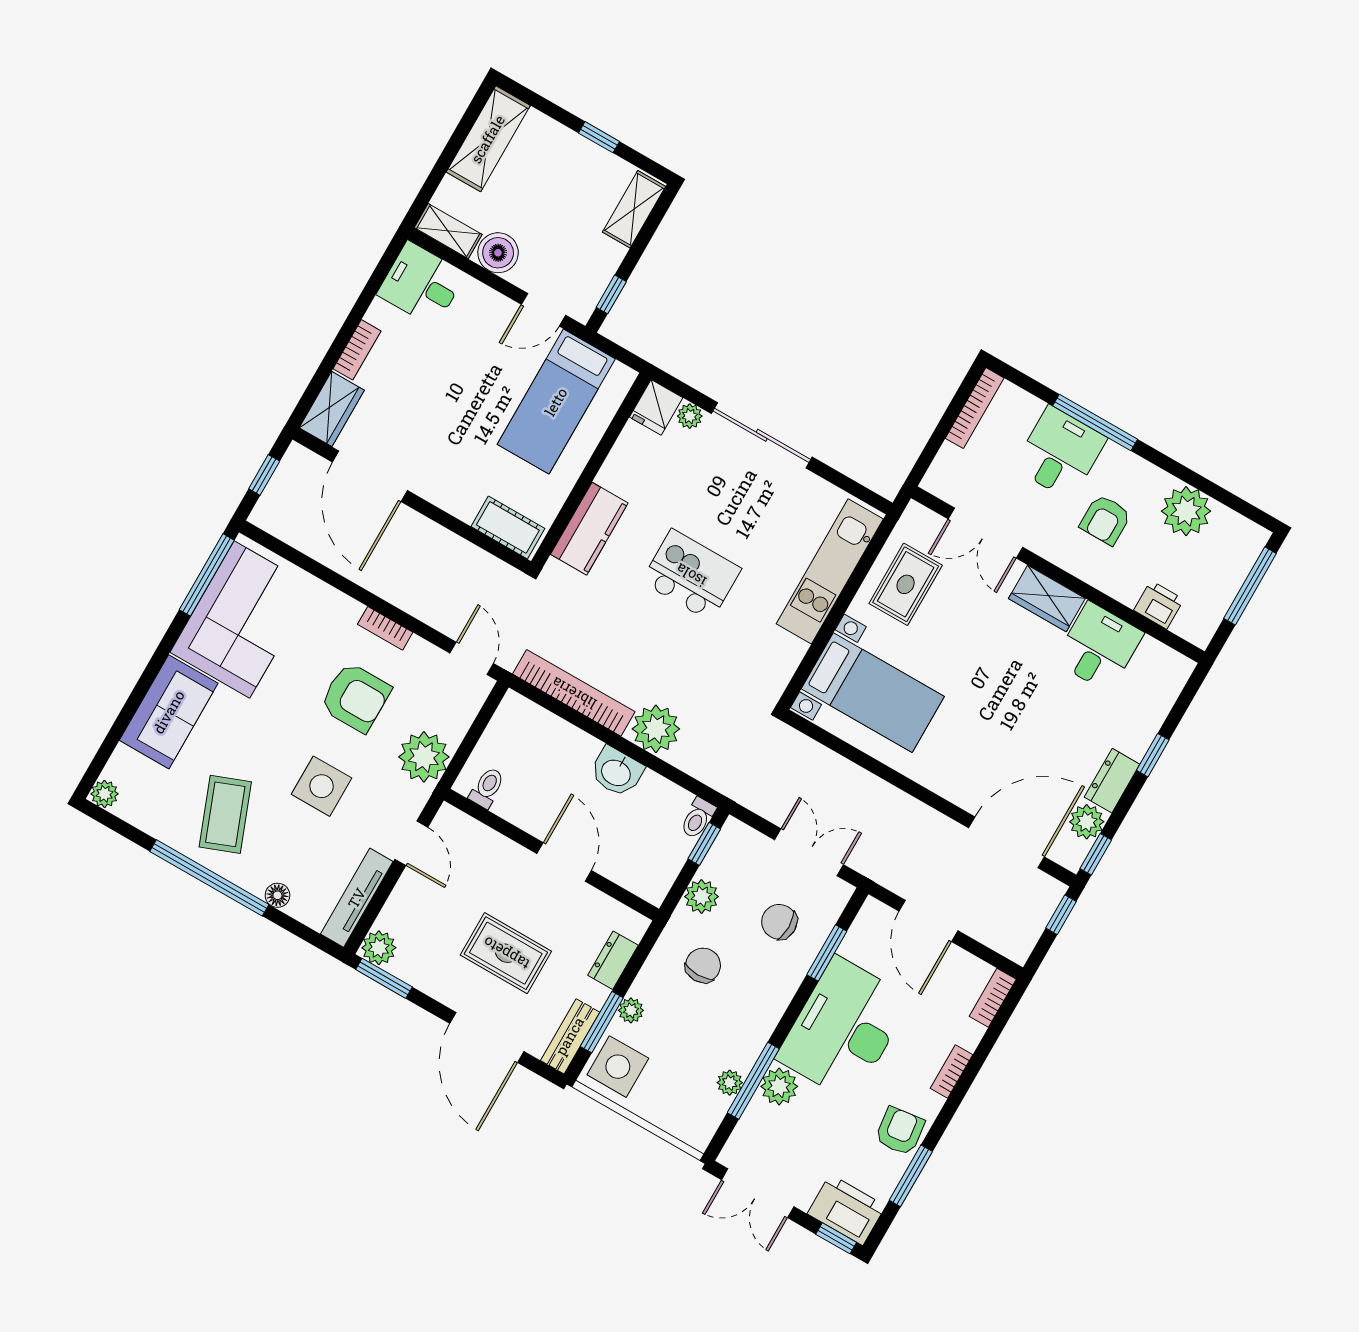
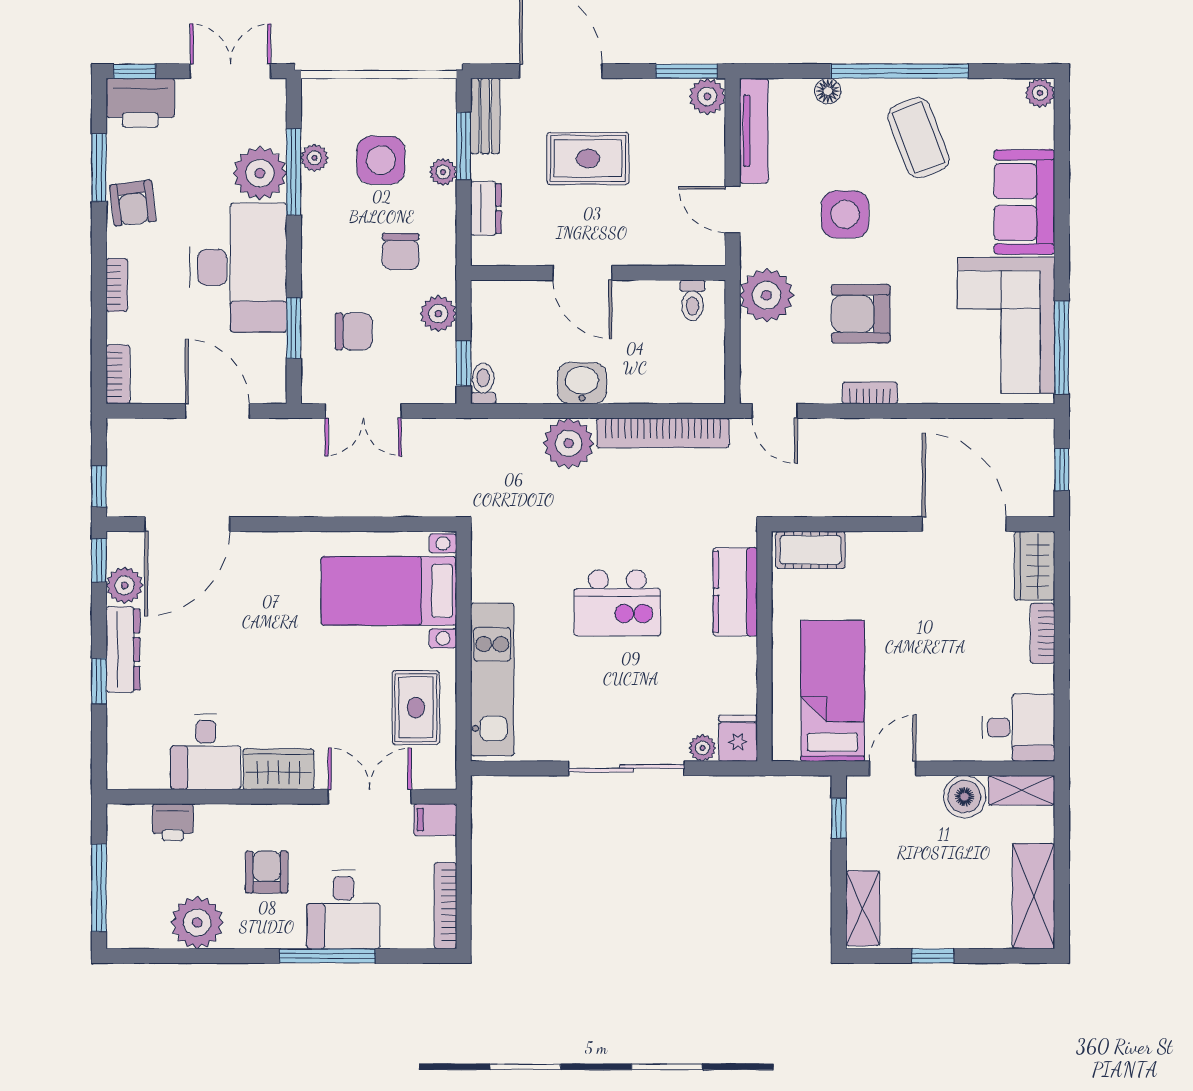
filing cabinet: (943, 483) -> (435, 820), added
dresser: (1112, 781) -> (123, 650), width x1.44
side table: (618, 1067) -> (381, 160), moved
plant: (779, 1086) -> (260, 173), width x1.36, depth x1.36

